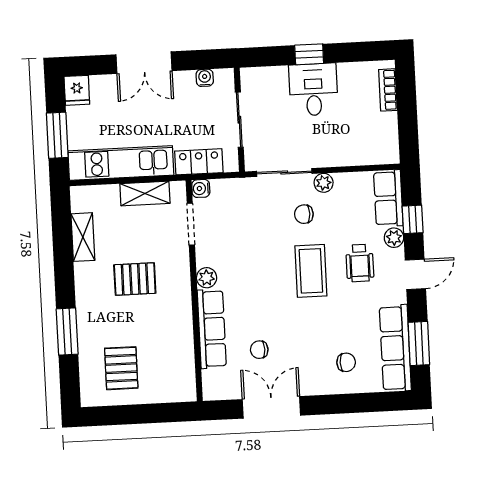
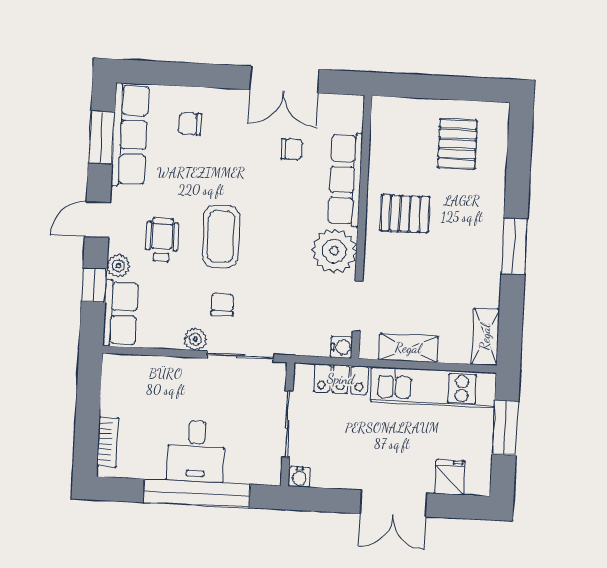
window: (309, 54) -> (197, 493), width x3.17
double door: (144, 63) -> (394, 503), swing flipped
water cooler: (205, 78) -> (300, 477), moved
fridge: (77, 90) -> (450, 477), moved
chair: (304, 214) -> (222, 304), turned -90
shelving: (83, 237) -> (485, 337), moved
plant: (207, 278) -> (334, 251), width x1.87, depth x1.87
pallet: (135, 279) -> (405, 214), moved
window: (67, 331) -> (514, 246), moved

